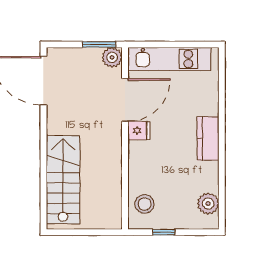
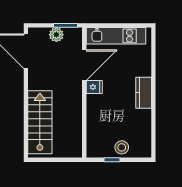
plant: (112, 57) -> (56, 35), moved
stool: (144, 204) -> (122, 147), moved
plant: (208, 204) -> (144, 139), removed

